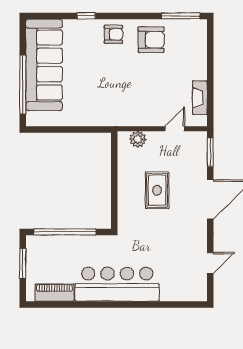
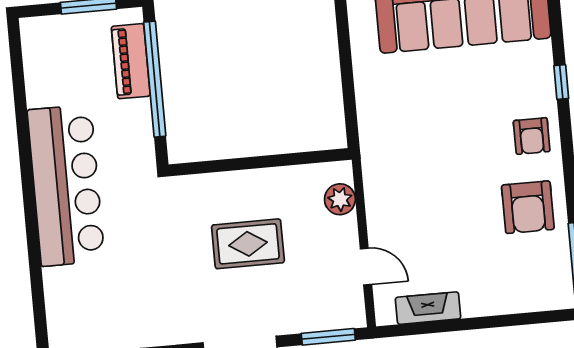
piano: (54, 293) -> (131, 61), moved, turned 180

